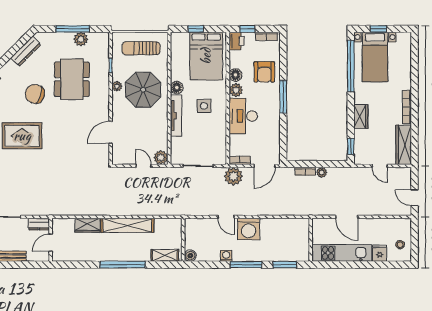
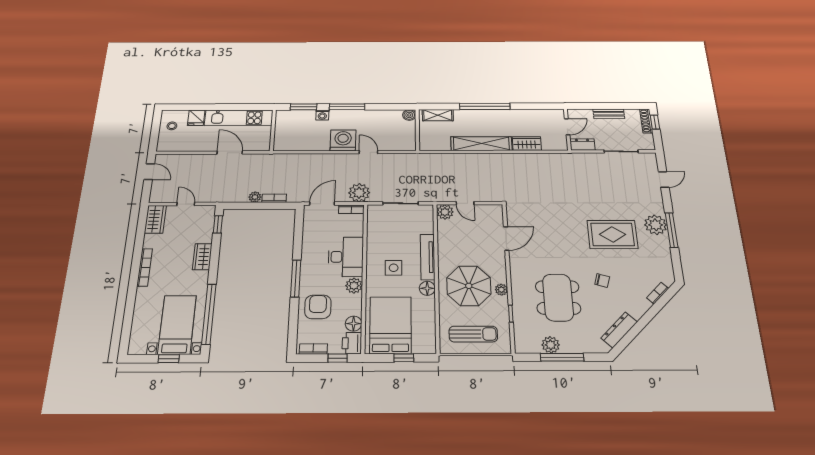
floor lamp: (235, 75) -> (354, 324), moved
chair: (35, 94) -> (602, 281), width x0.54, depth x0.54
wardrobe: (404, 145) -> (155, 219), width x0.67
washing machine: (226, 256) -> (322, 115), moved

